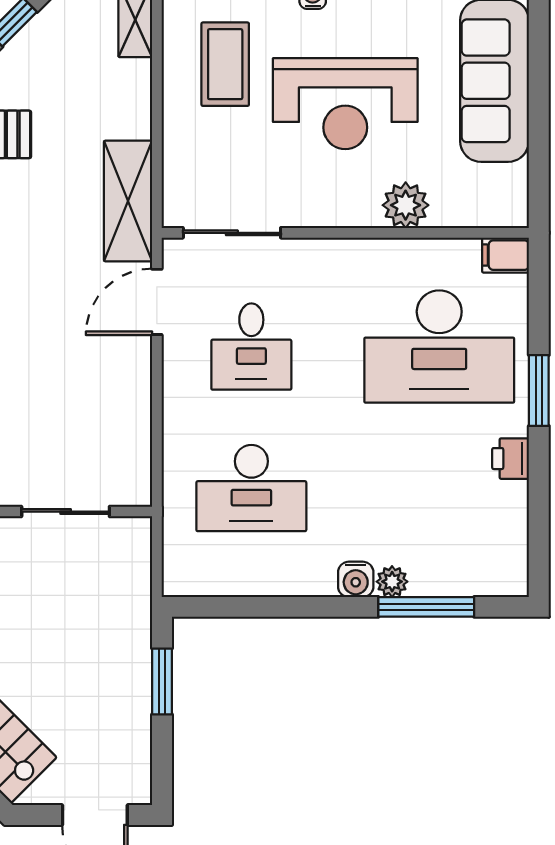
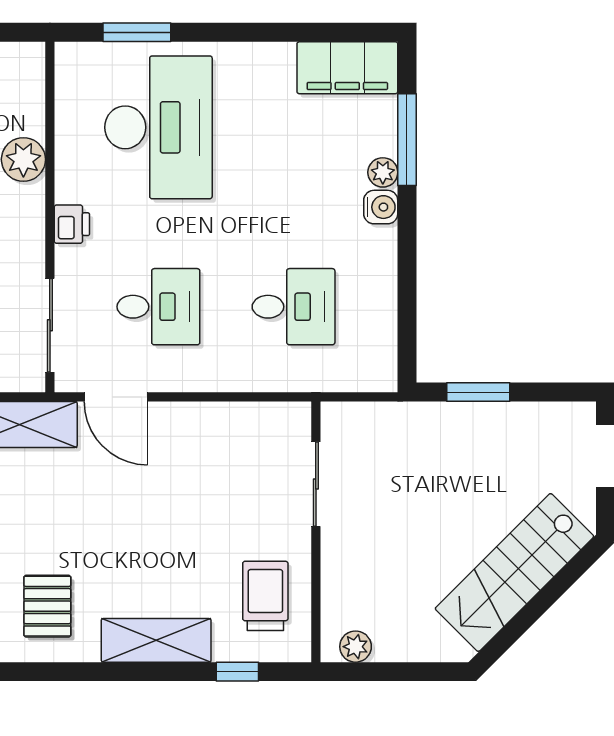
filing cabinet: (506, 255) -> (347, 68), moved, width x3.00, depth x1.17
window: (539, 390) -> (137, 32), moved
printer: (511, 459) -> (72, 224), moved, turned -90
desk: (251, 488) -> (294, 307), width x0.73

